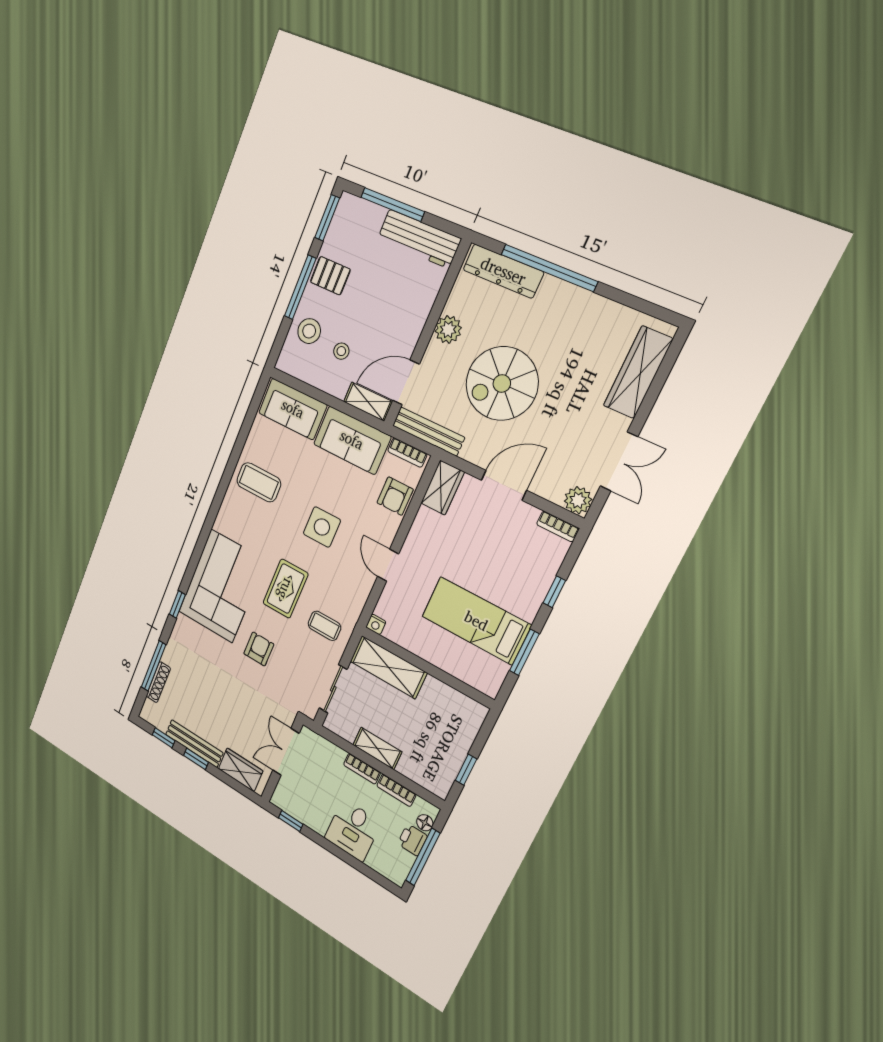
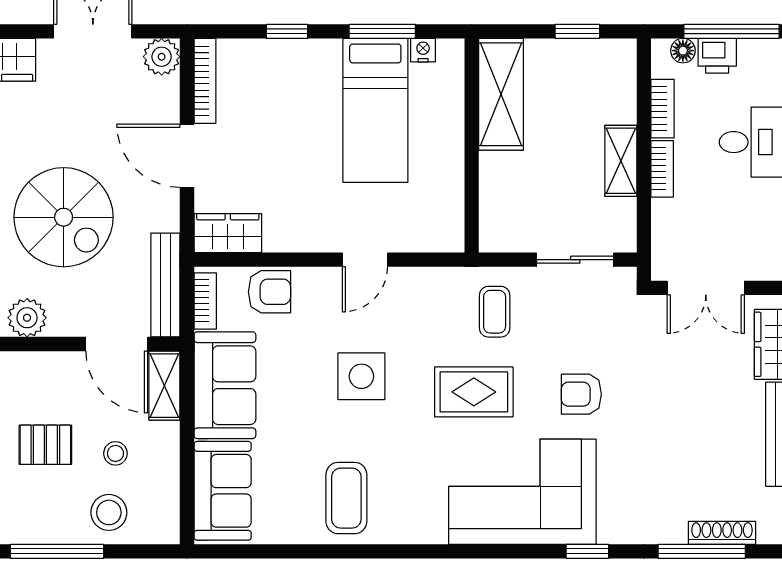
pallet: (330, 276) -> (45, 445), moved, turned 90
bookcase: (558, 526) -> (205, 81), width x1.56
nightstand: (376, 624) -> (423, 50), moved, turned -90
shelving: (388, 667) -> (501, 94), moved

